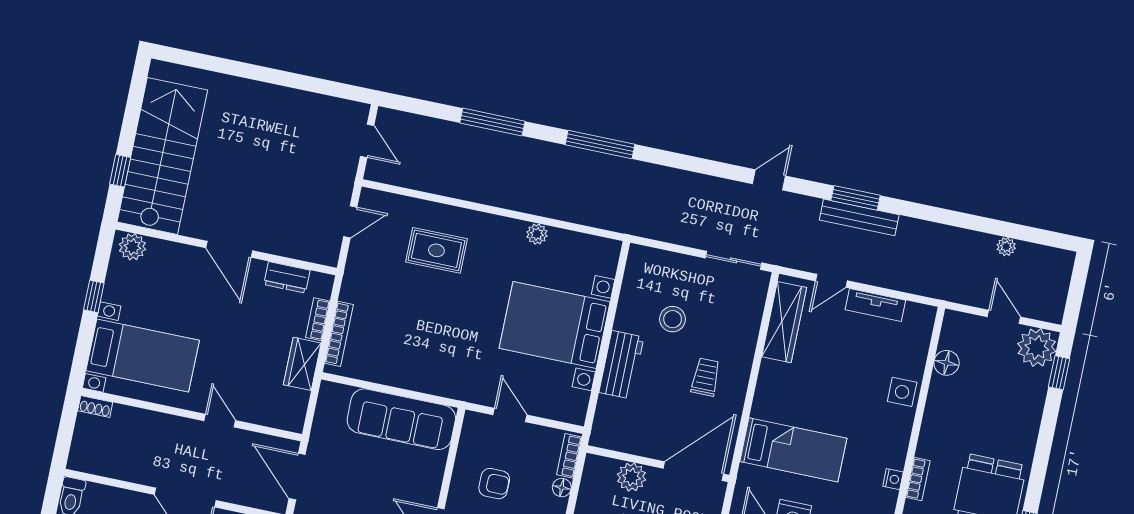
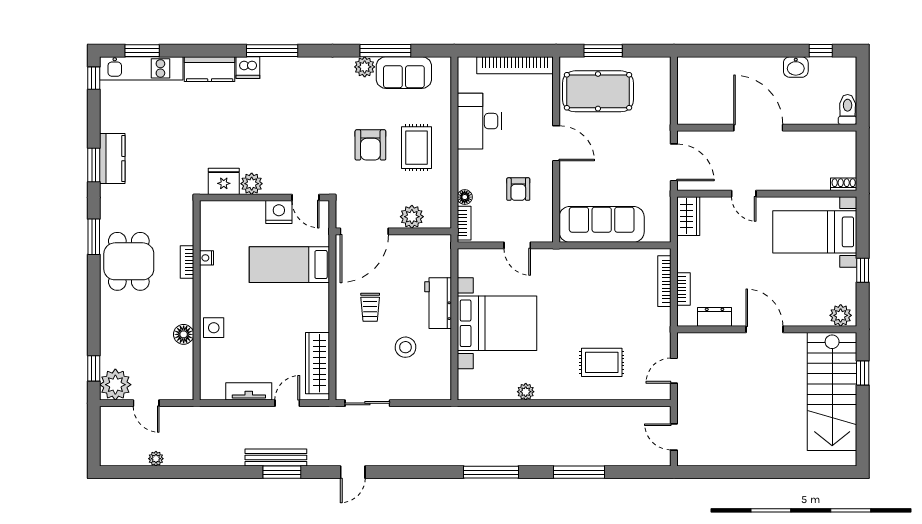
floor lamp: (947, 363) -> (184, 334), moved
wardrobe: (302, 364) -> (688, 216), moved
armchair: (494, 484) -> (518, 189), turned -90

